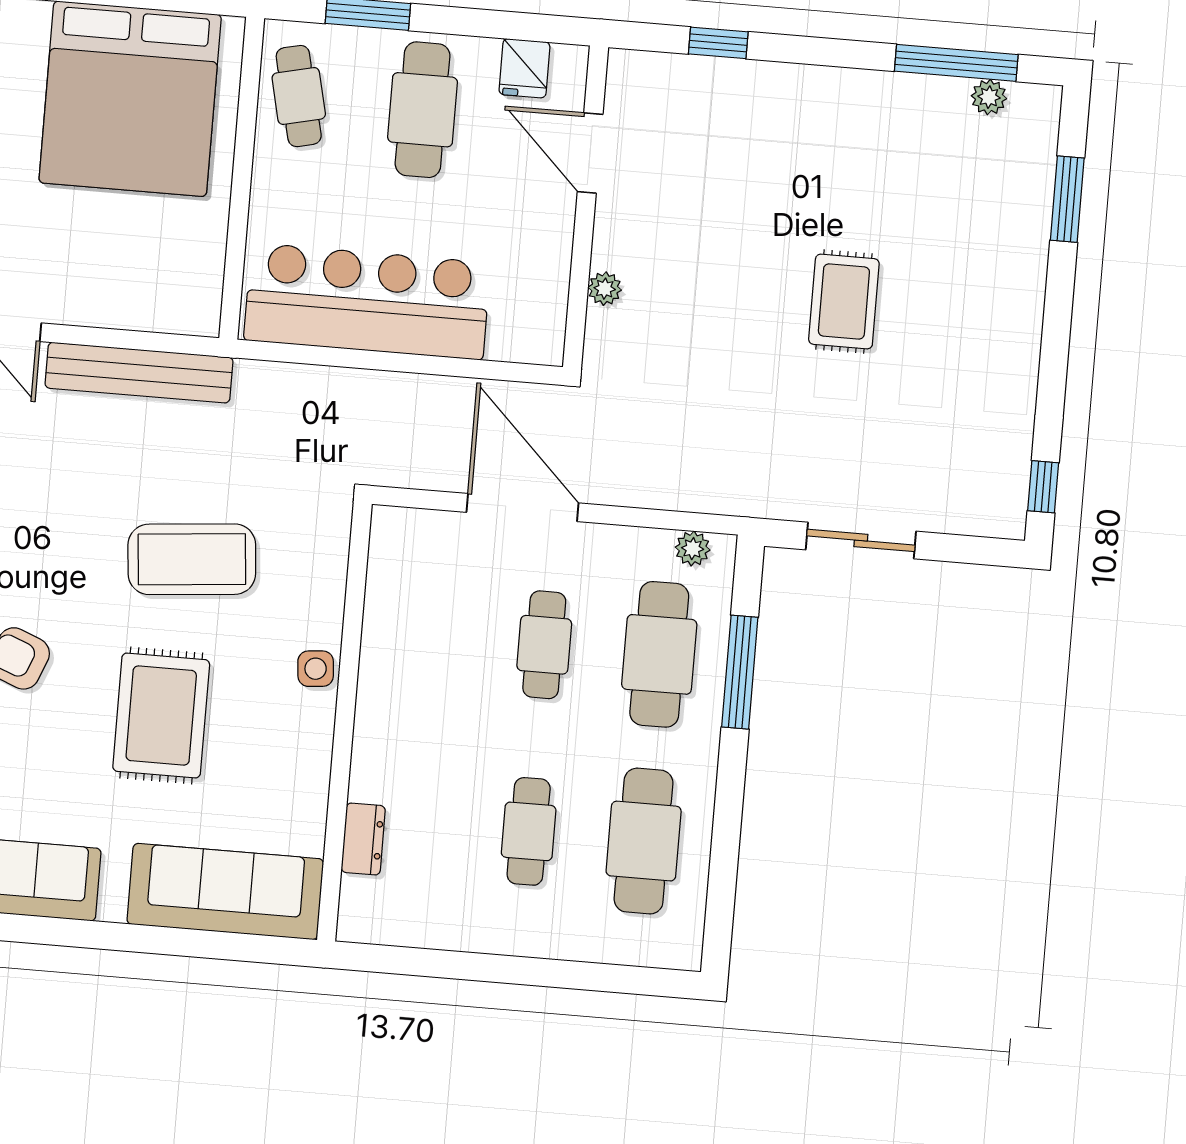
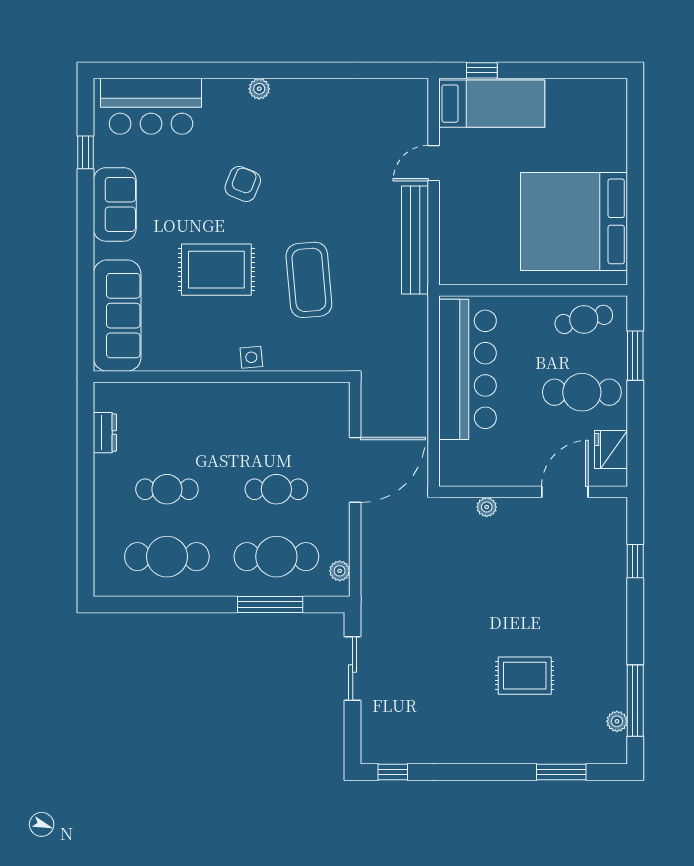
fridge: (524, 68) -> (611, 450), width x1.38
rug: (844, 302) -> (525, 676), moved
dresser: (363, 839) -> (105, 433), moved, turned -90

